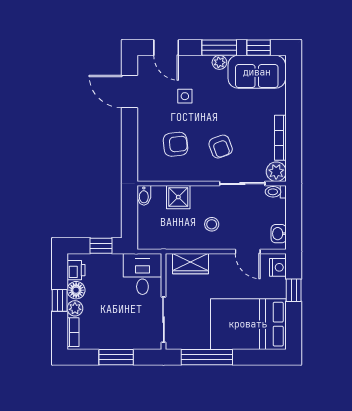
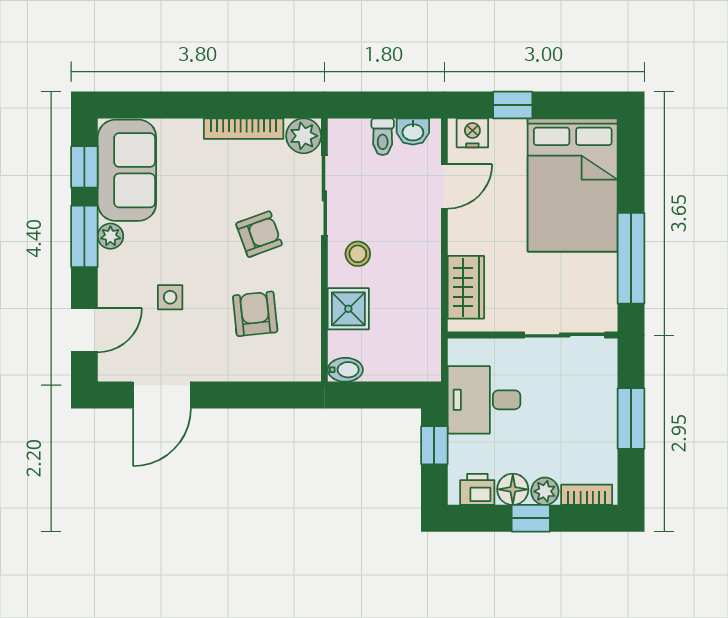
toilet: (276, 192) -> (383, 137), moved
stool: (212, 224) -> (358, 254), moved
desk: (142, 274) -> (484, 400), moved

